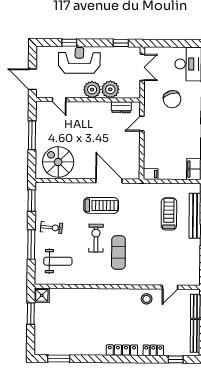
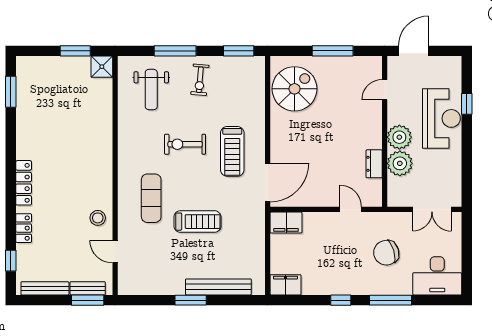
window: (121, 43) -> (467, 178), removed
dresser: (121, 107) -> (374, 164), moved
filing cabinet: (151, 174) -> (286, 223), width x2.00
door: (109, 181) -> (268, 182), moved
treadmill: (169, 214) -> (197, 222), moved
exercise bike: (96, 238) -> (185, 144), turned 180
exercise mat: (118, 253) -> (151, 198), moved, turned 90

